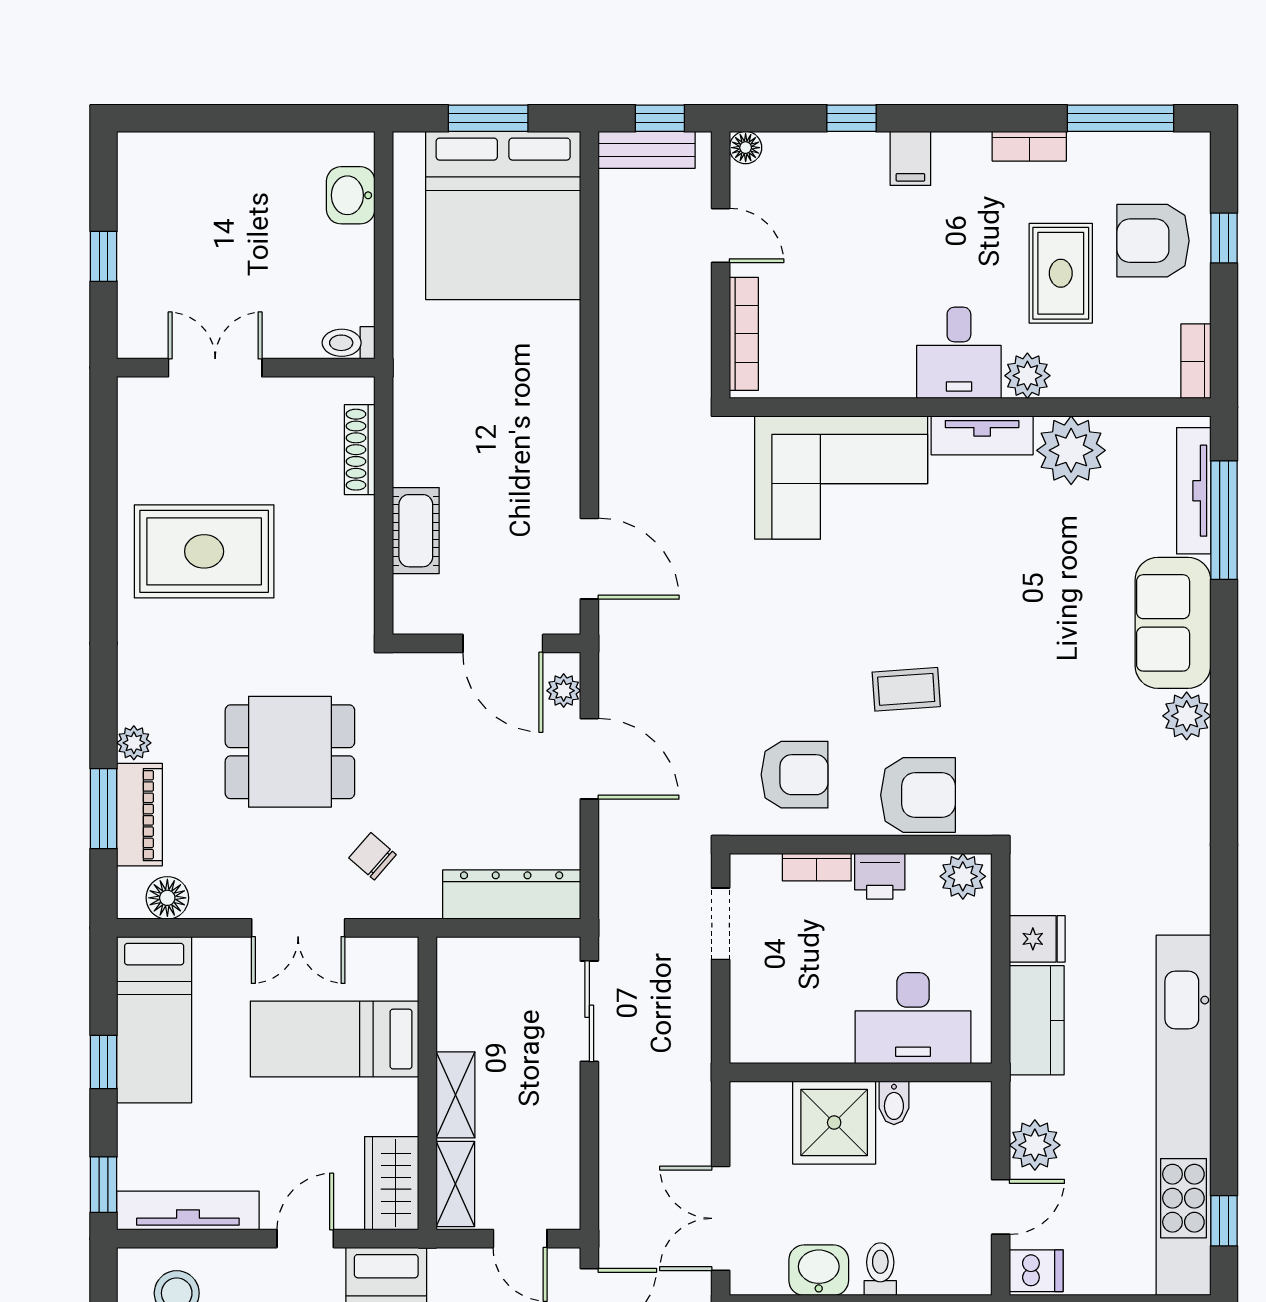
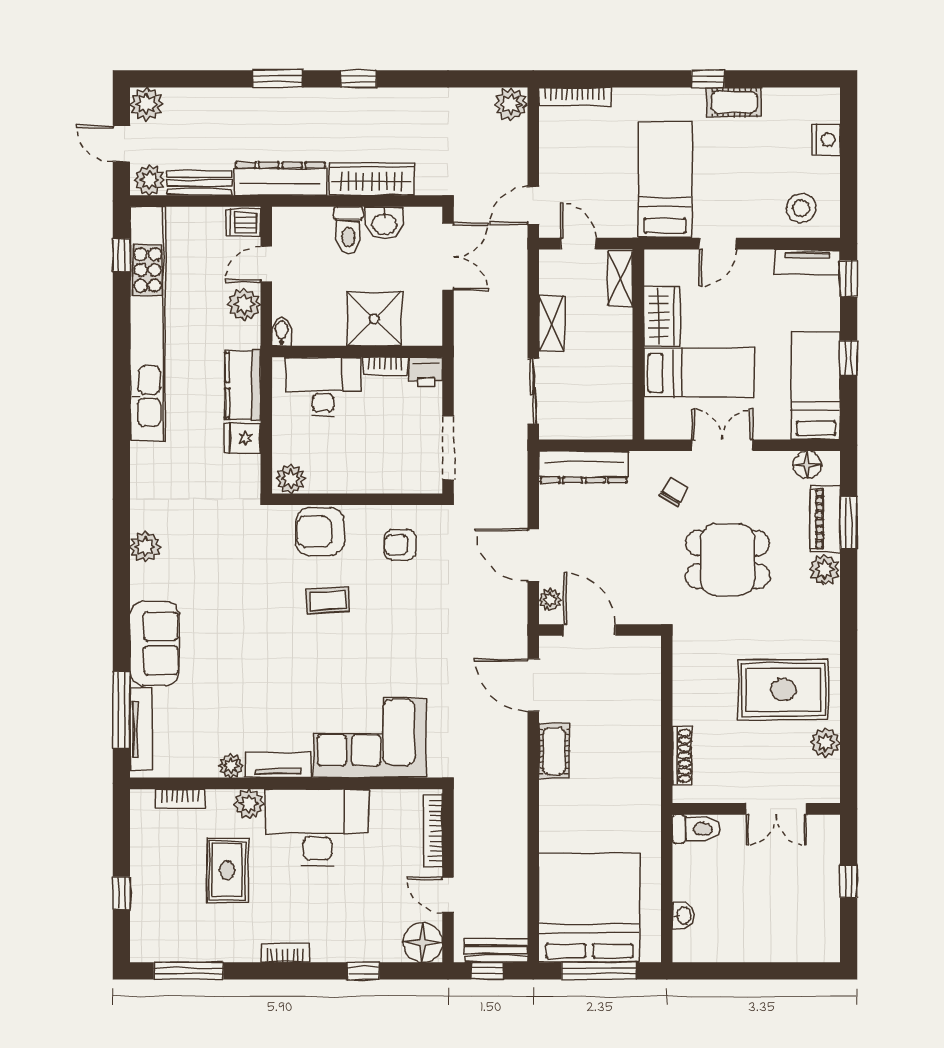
window: (488, 118) -> (599, 971), width x1.44
bookcase: (1029, 146) -> (285, 953), moved
floor lamp: (746, 148) -> (423, 943), width x1.89, depth x1.89
filing cabinet: (910, 158) -> (325, 945), removed
washbasin: (351, 195) -> (683, 916), width x0.72, depth x0.69
armchair: (1153, 241) -> (167, 891), removed
toilet: (349, 343) -> (696, 829), width x1.37, depth x1.39
desk: (959, 353) -> (317, 827), width x1.87, depth x1.30
bookcase: (1196, 361) -> (180, 799), moved, turned 90
plant: (1071, 450) -> (231, 766), width x0.53, depth x0.53
plant: (140, 470) -> (825, 743), added
cot: (416, 531) -> (554, 751), moved
plant: (1187, 716) -> (145, 547), moved
plant: (134, 743) -> (825, 570), width x1.38, depth x1.38
armchair: (795, 775) -> (400, 545), width x0.72, depth x0.72
chair: (373, 856) -> (674, 492), turned -101
bookcase: (817, 867) -> (385, 366), moved, turned 180
printer: (880, 876) -> (426, 372), moved, turned 180
doorway: (721, 924) -> (448, 448), width x1.38
shelving: (456, 1095) -> (552, 324), moved
bidet: (894, 1103) -> (282, 332), moved
wardrobe: (392, 1183) -> (662, 316), moved
tv unit: (188, 1211) -> (807, 262), width x0.71
toilet: (880, 1269) -> (348, 230), width x1.37, depth x1.39

